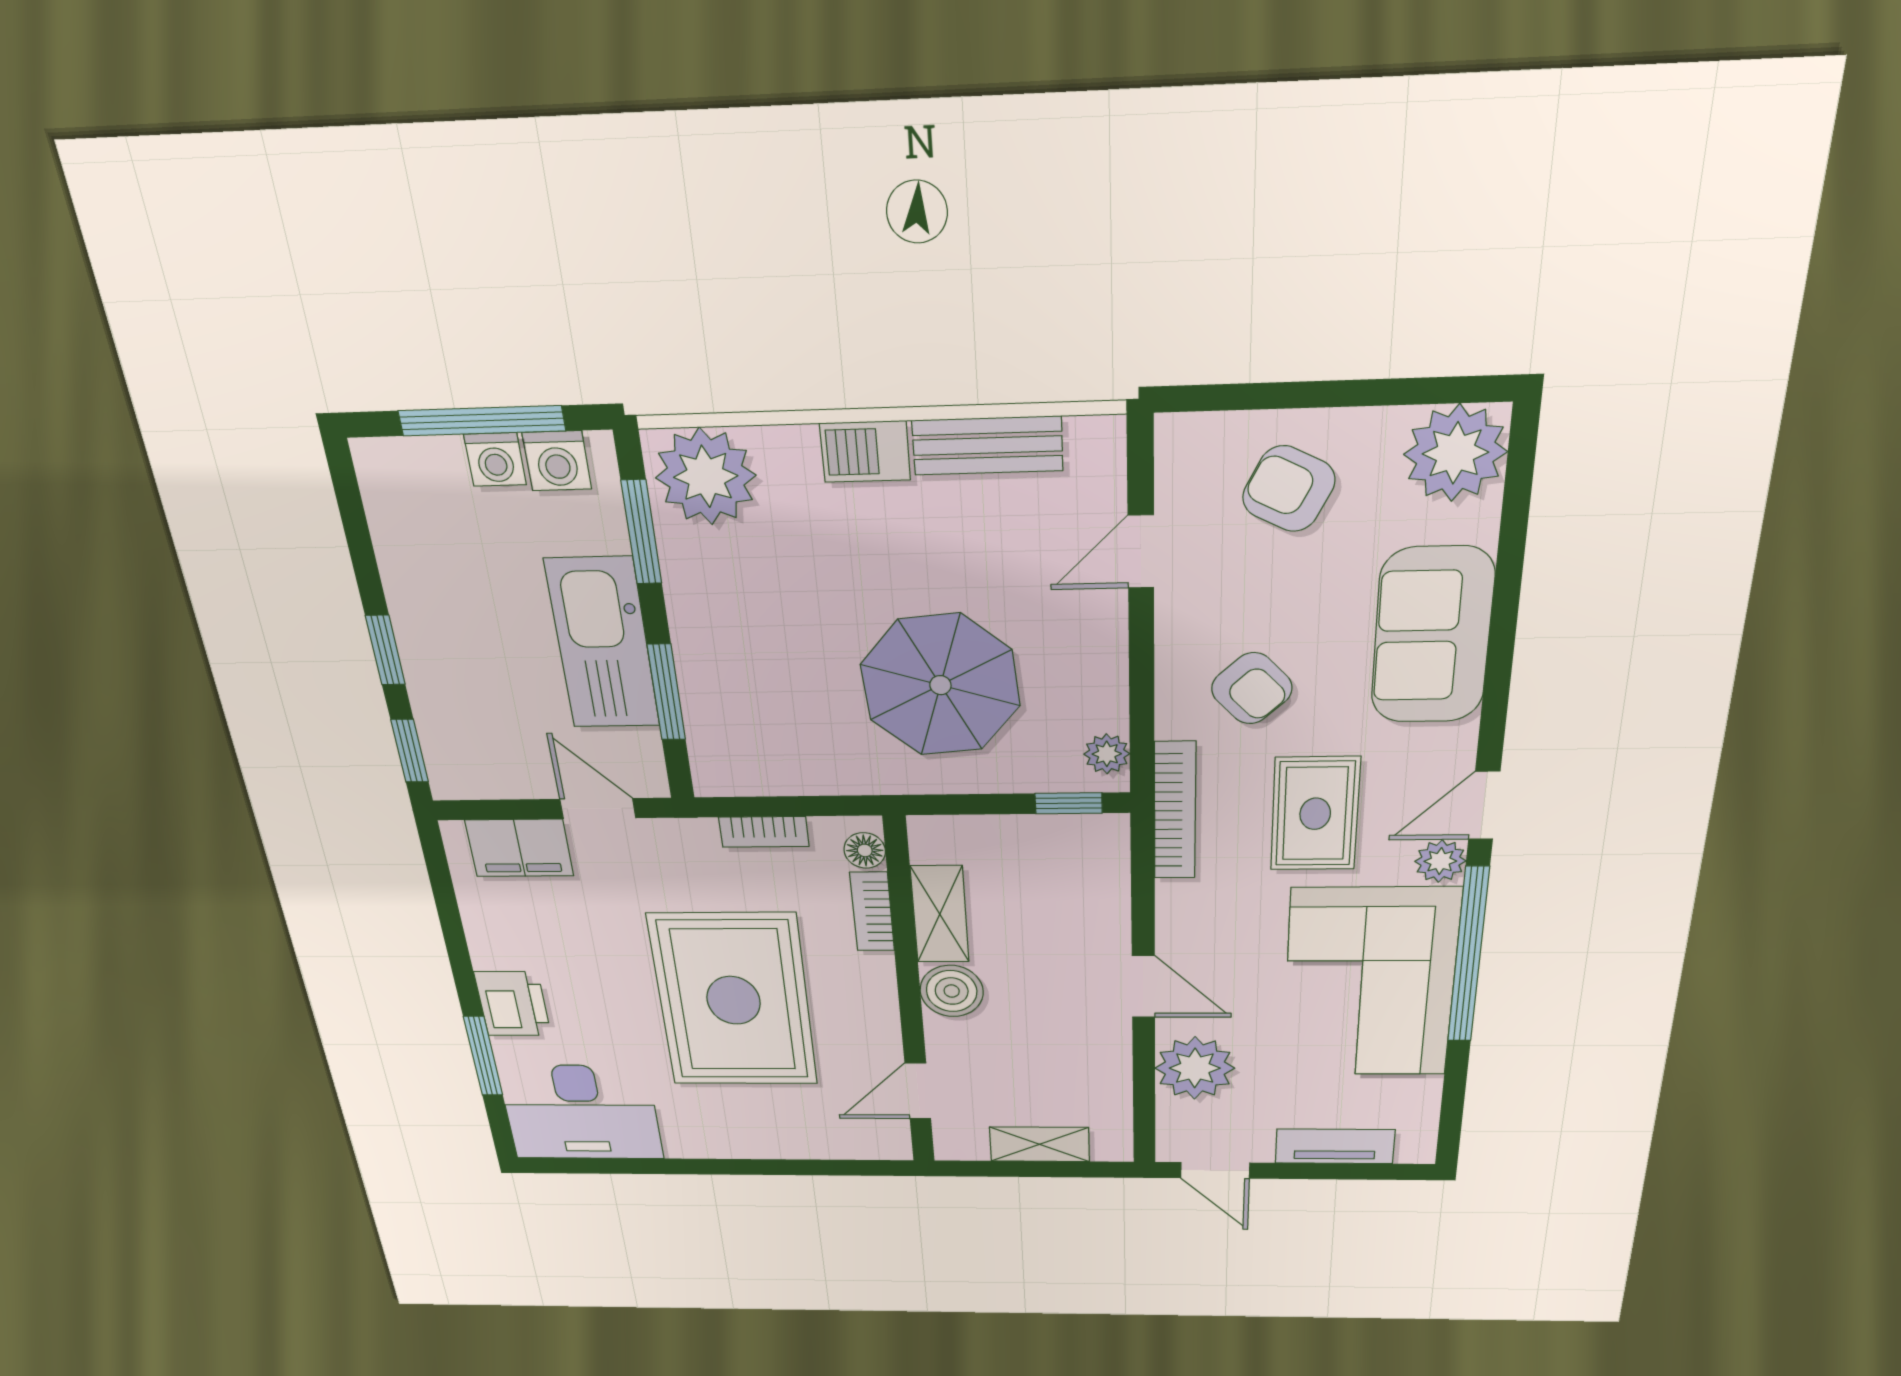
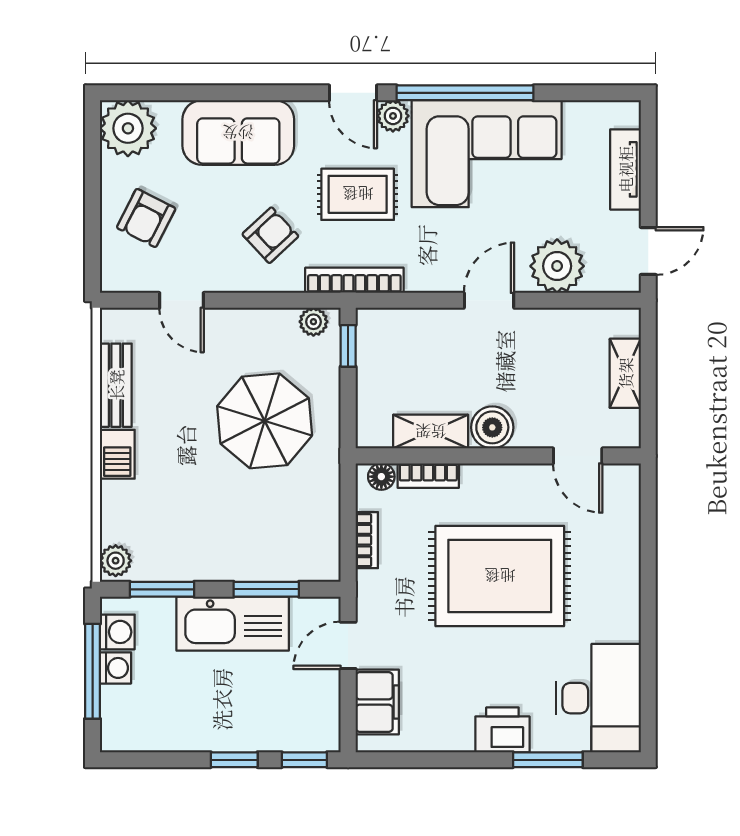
plant: (706, 476) -> (116, 561), width x0.53, depth x0.53

